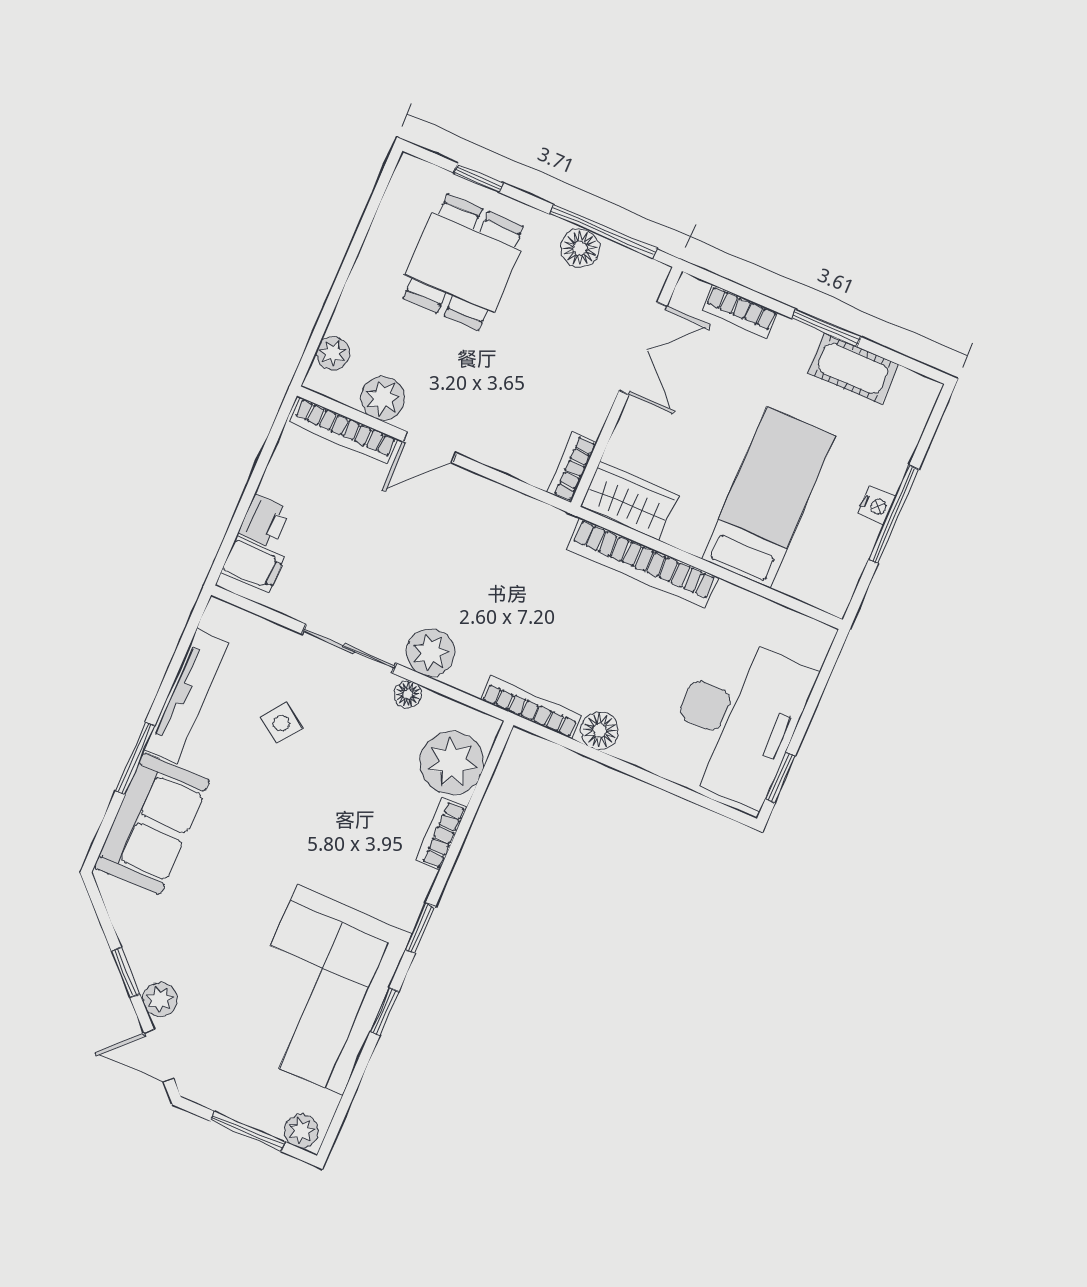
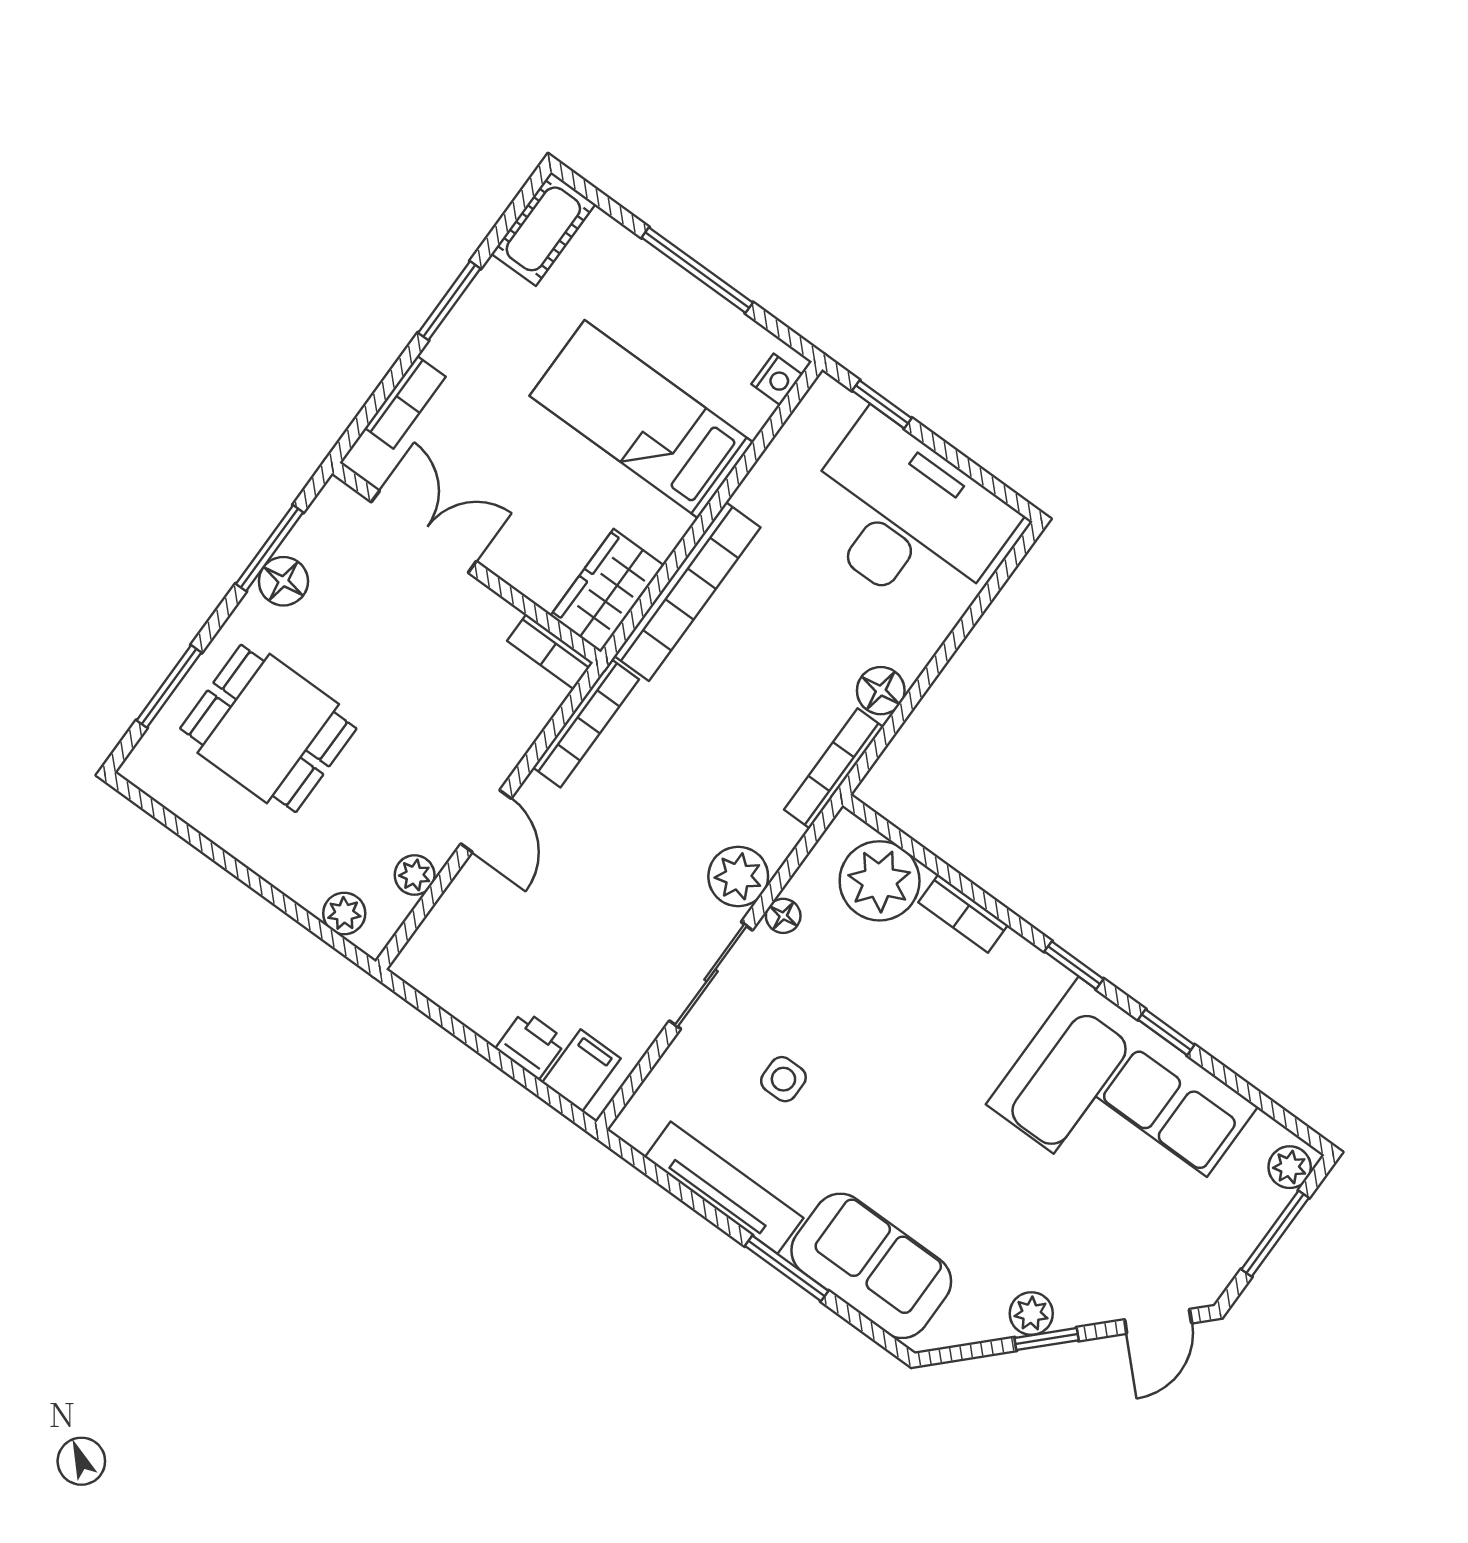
window: (478, 178) -> (169, 686), width x1.50
window: (603, 232) -> (270, 548), width x0.69
cot: (853, 368) -> (543, 229), moved
plant: (383, 398) -> (415, 875), width x0.73, depth x0.73
bookcase: (344, 431) -> (586, 723), moved
nightstand: (876, 506) -> (777, 379), moved, turned 90
side table: (281, 723) -> (783, 1079), turned -35
window: (780, 778) -> (882, 404), moved
plant: (160, 999) -> (1031, 1313), moved

